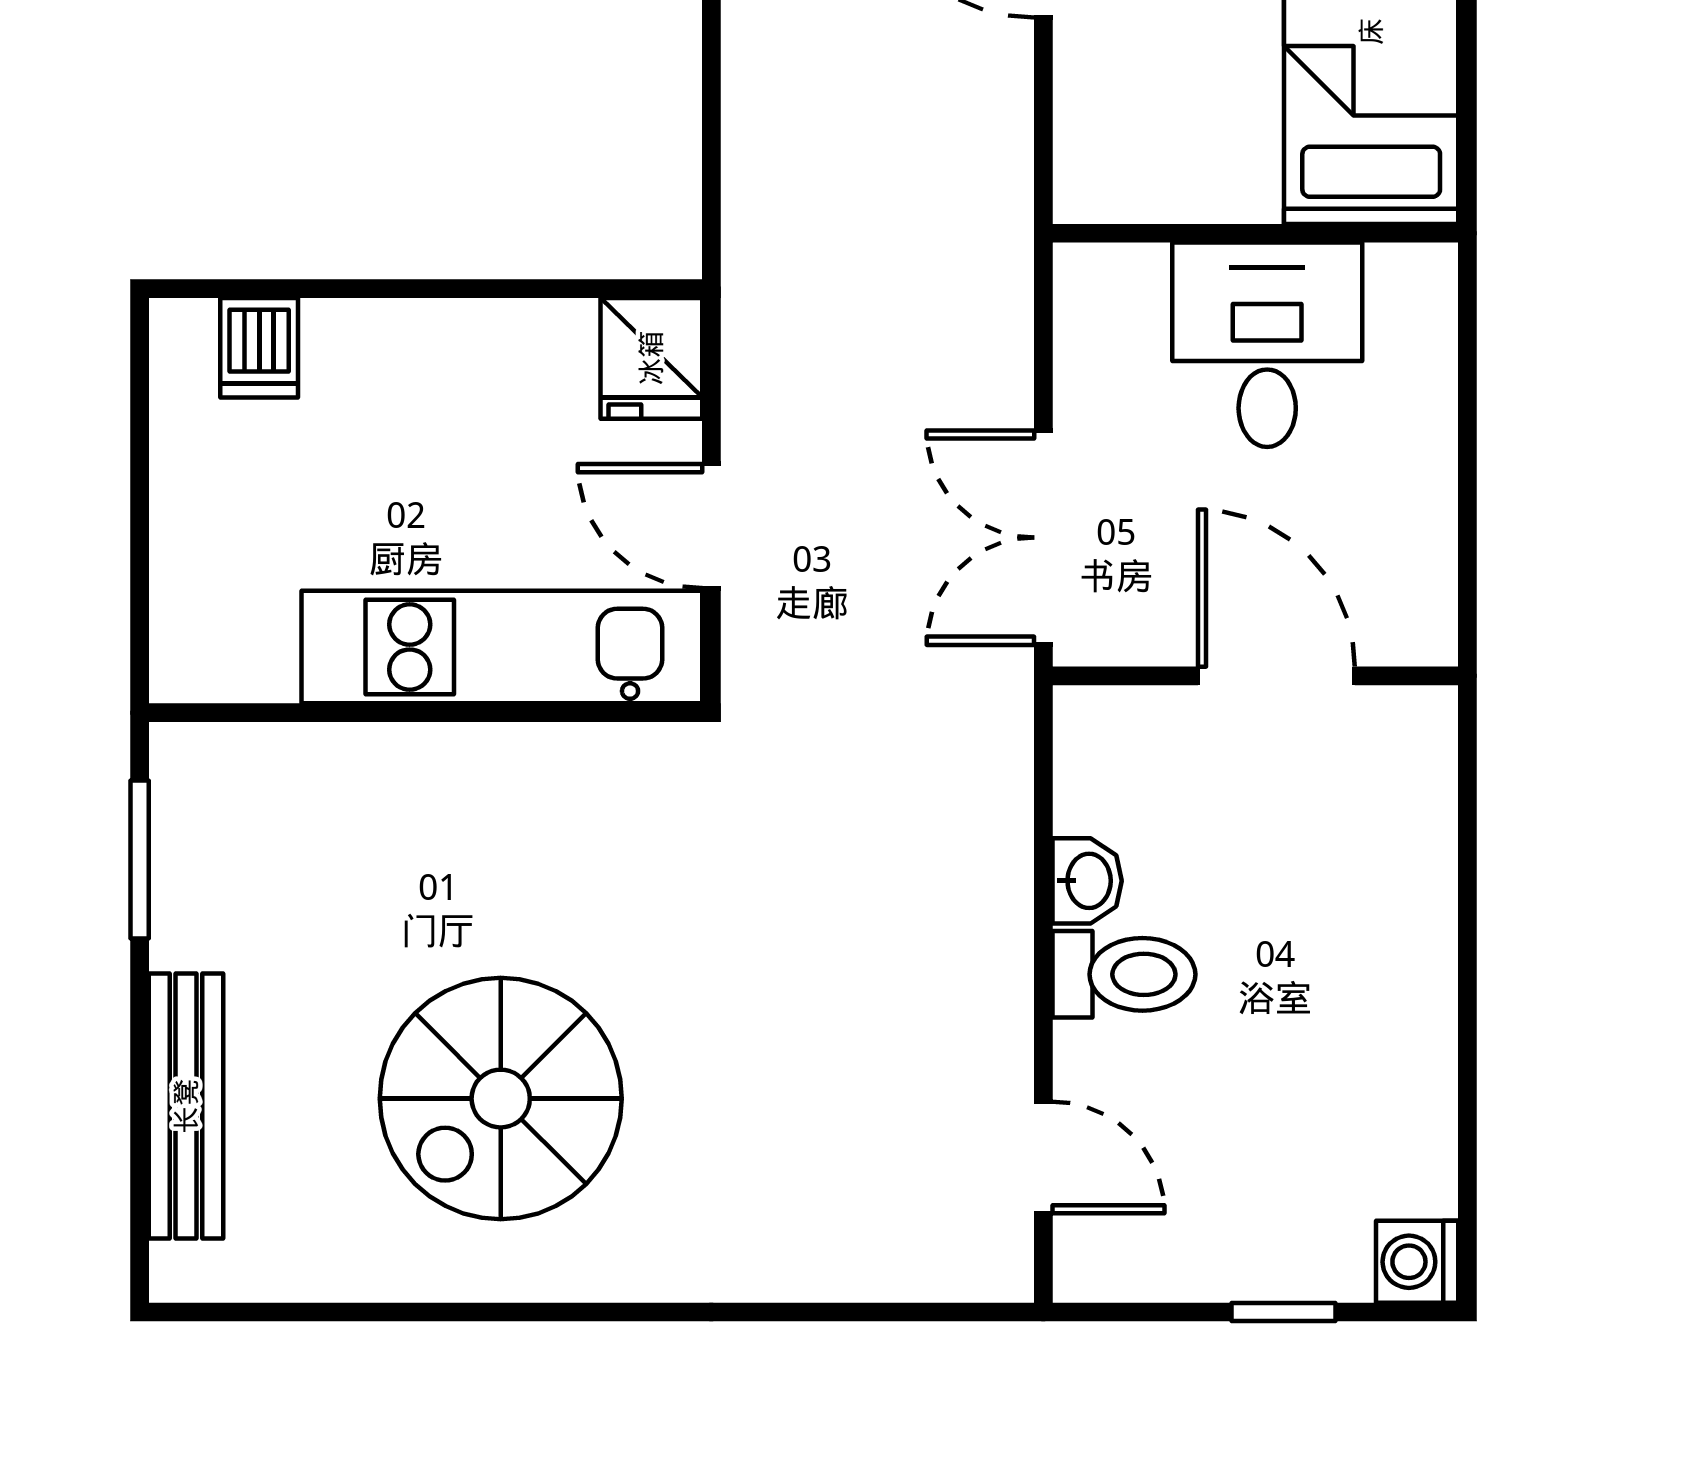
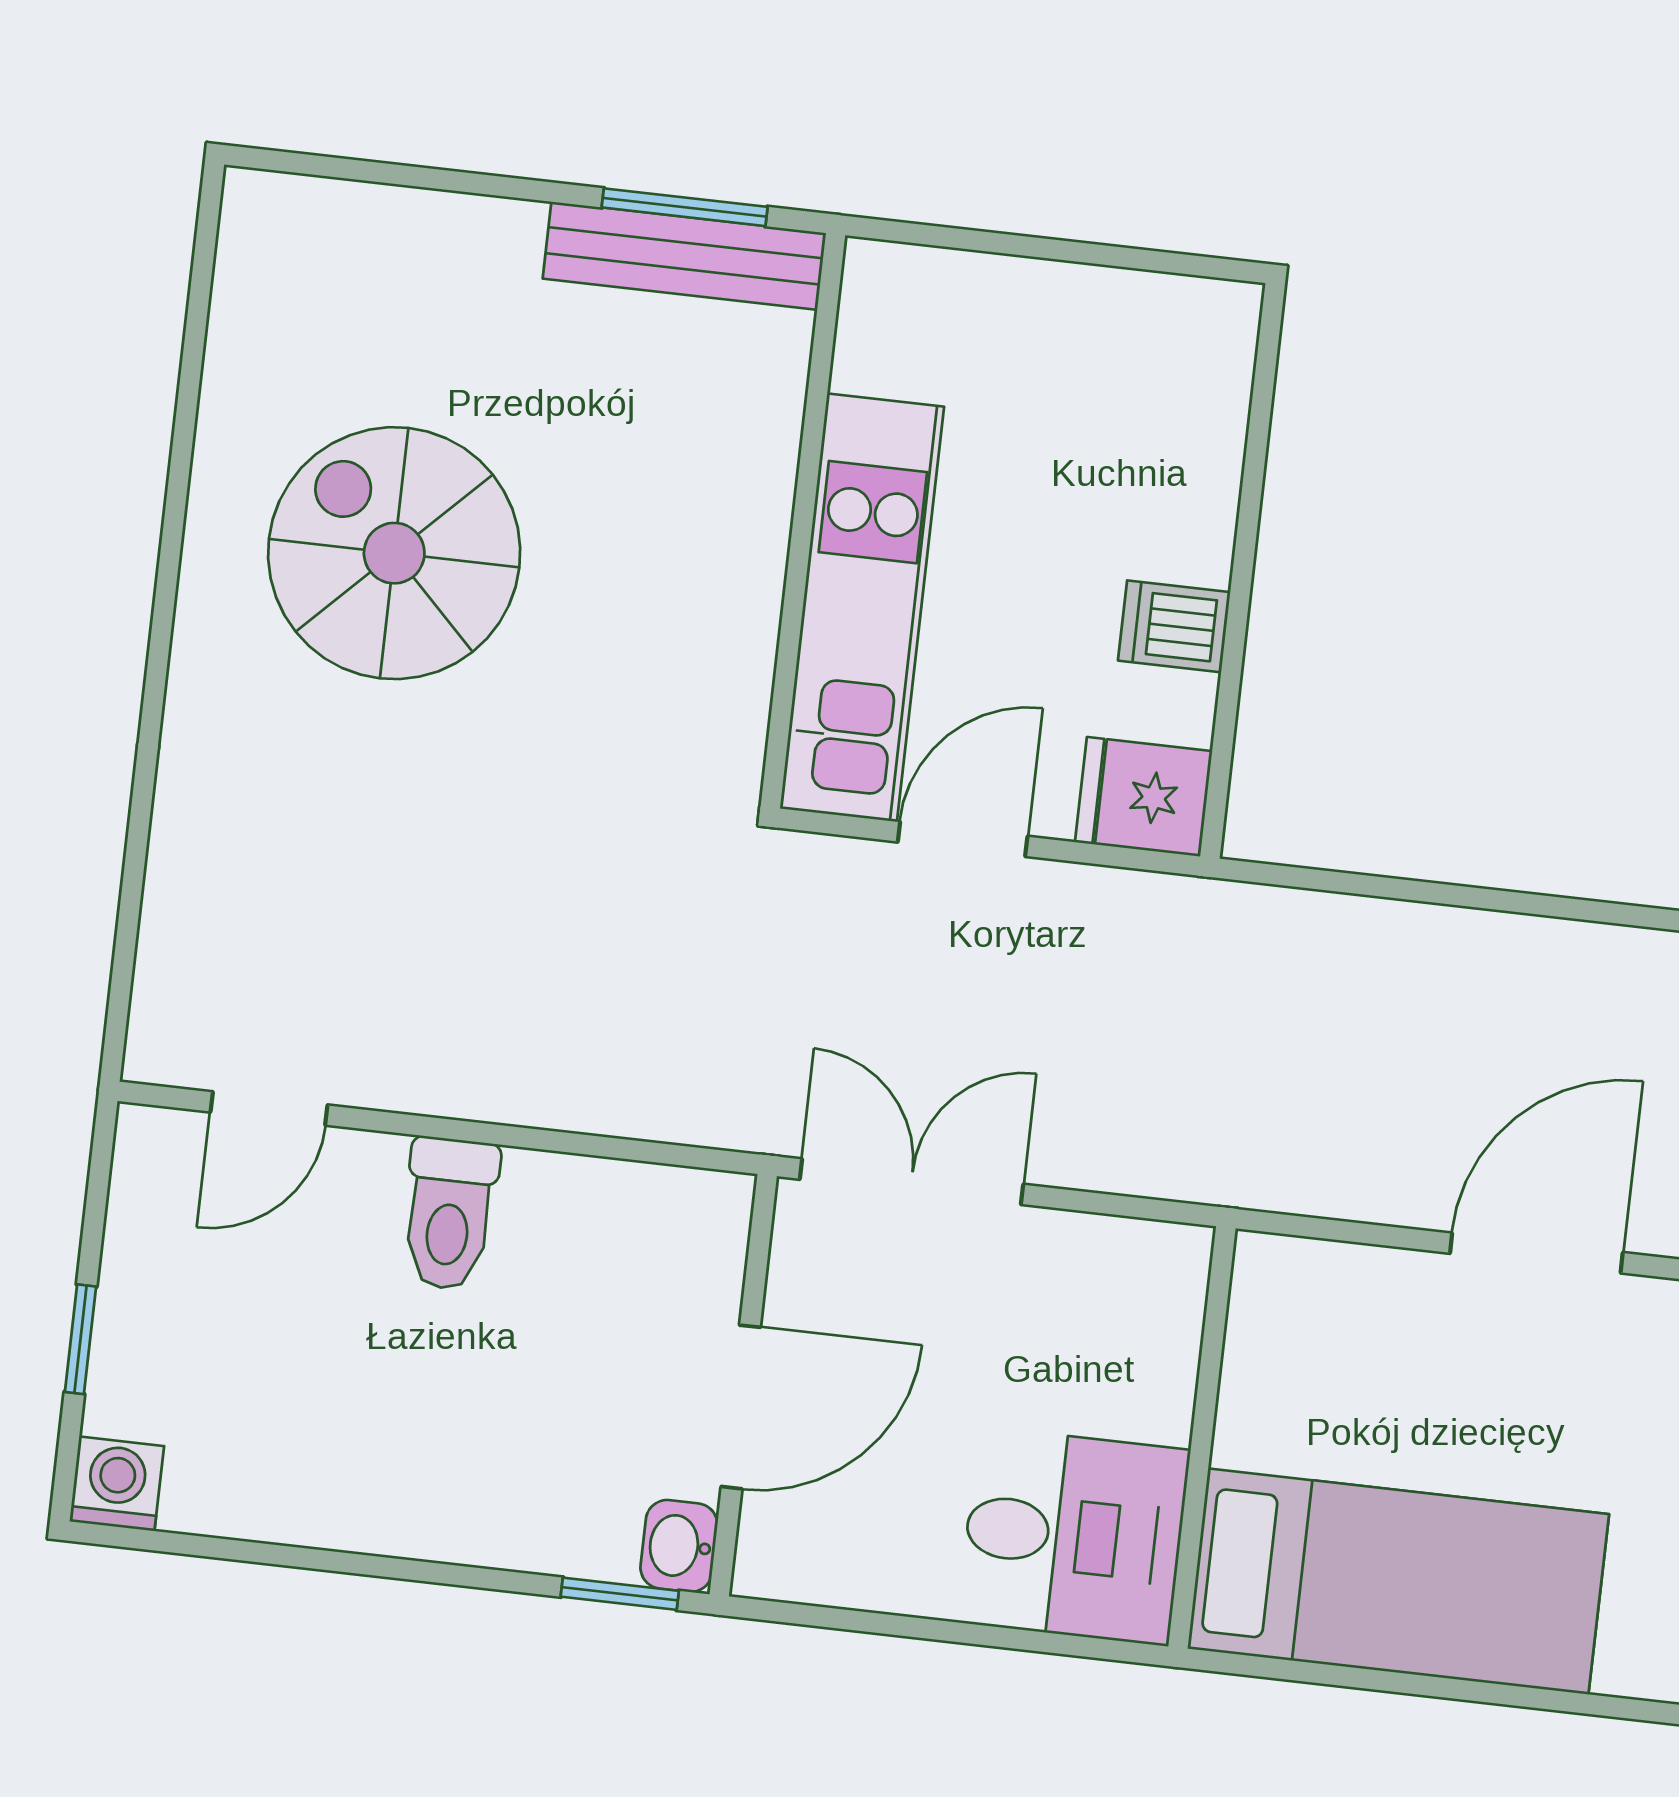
desk: (1267, 345) -> (1074, 1536), moved
dishwasher: (259, 348) -> (1174, 626), moved
window: (1467, 771) -> (620, 1594), added
washbasin: (1087, 881) -> (679, 1546), moved, turned 90
bench: (186, 1106) -> (684, 256), moved

